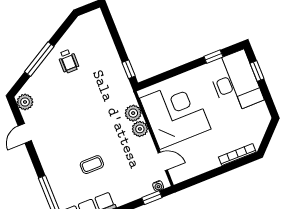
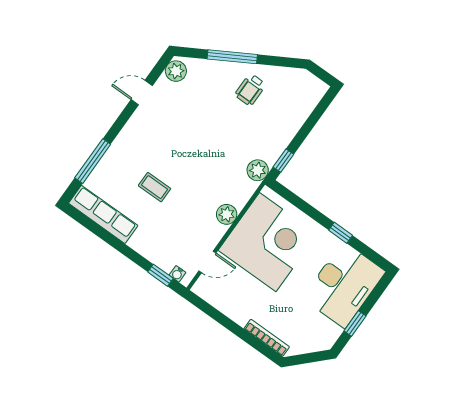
window: (213, 57) -> (341, 233), moved
window: (257, 71) -> (355, 323), moved
plant: (133, 113) -> (258, 170), moved
door: (163, 161) -> (207, 262), hinge flipped

